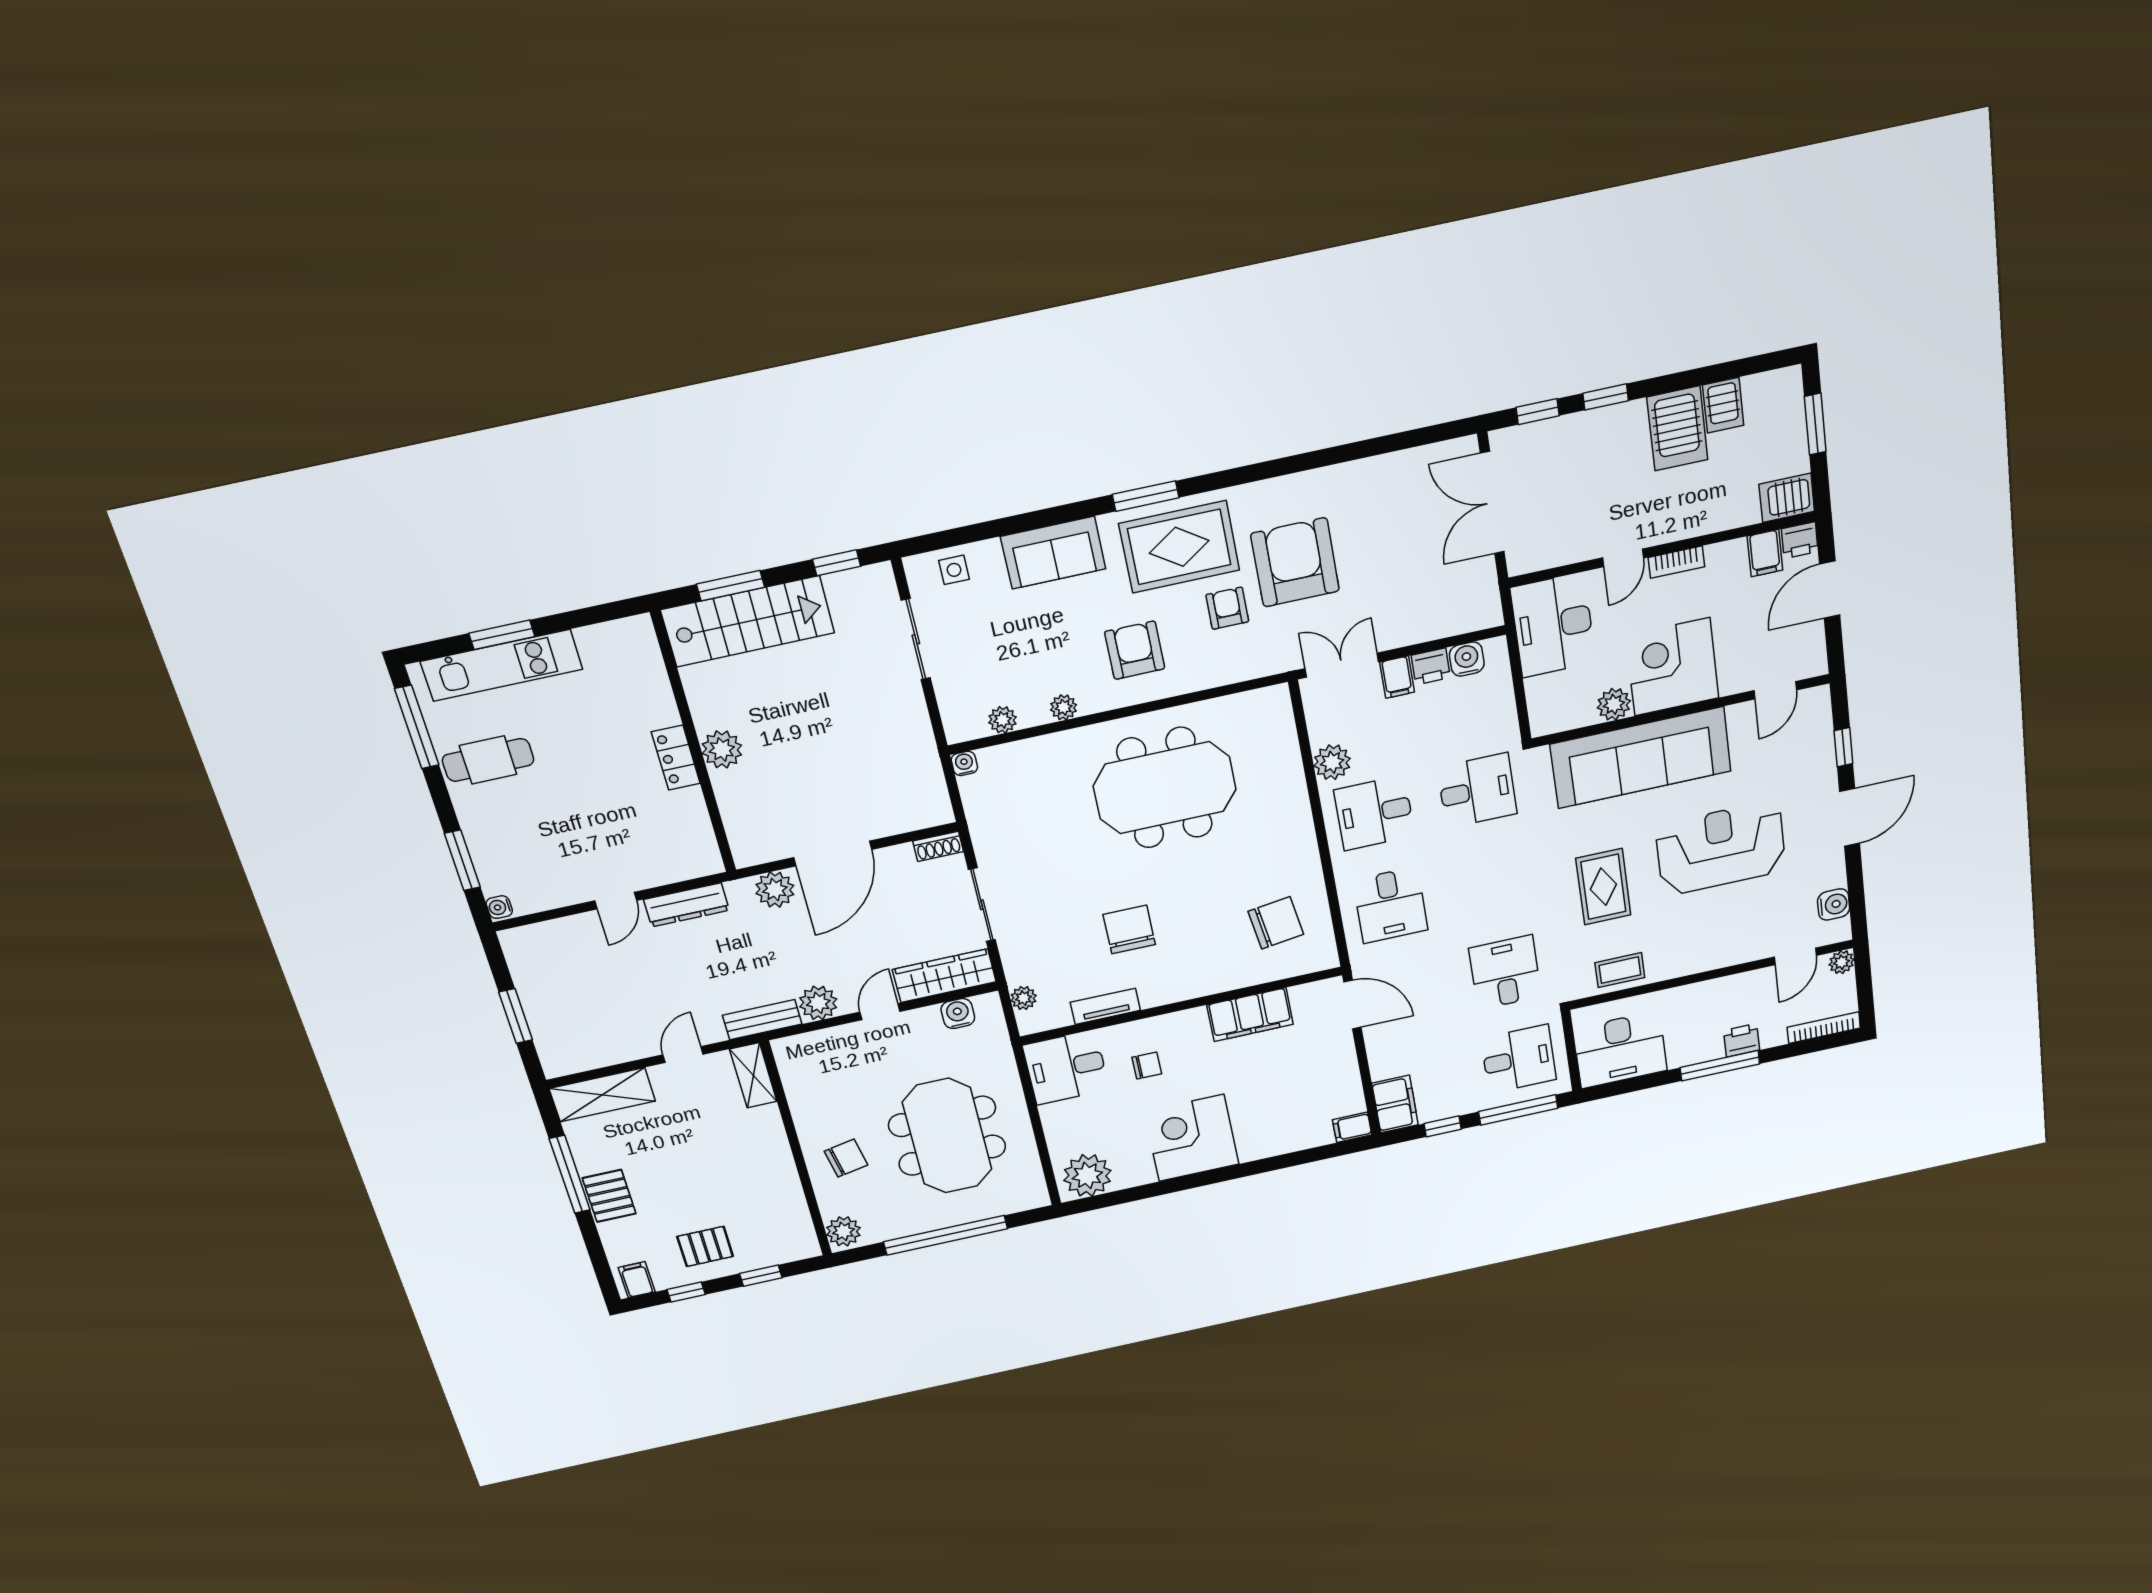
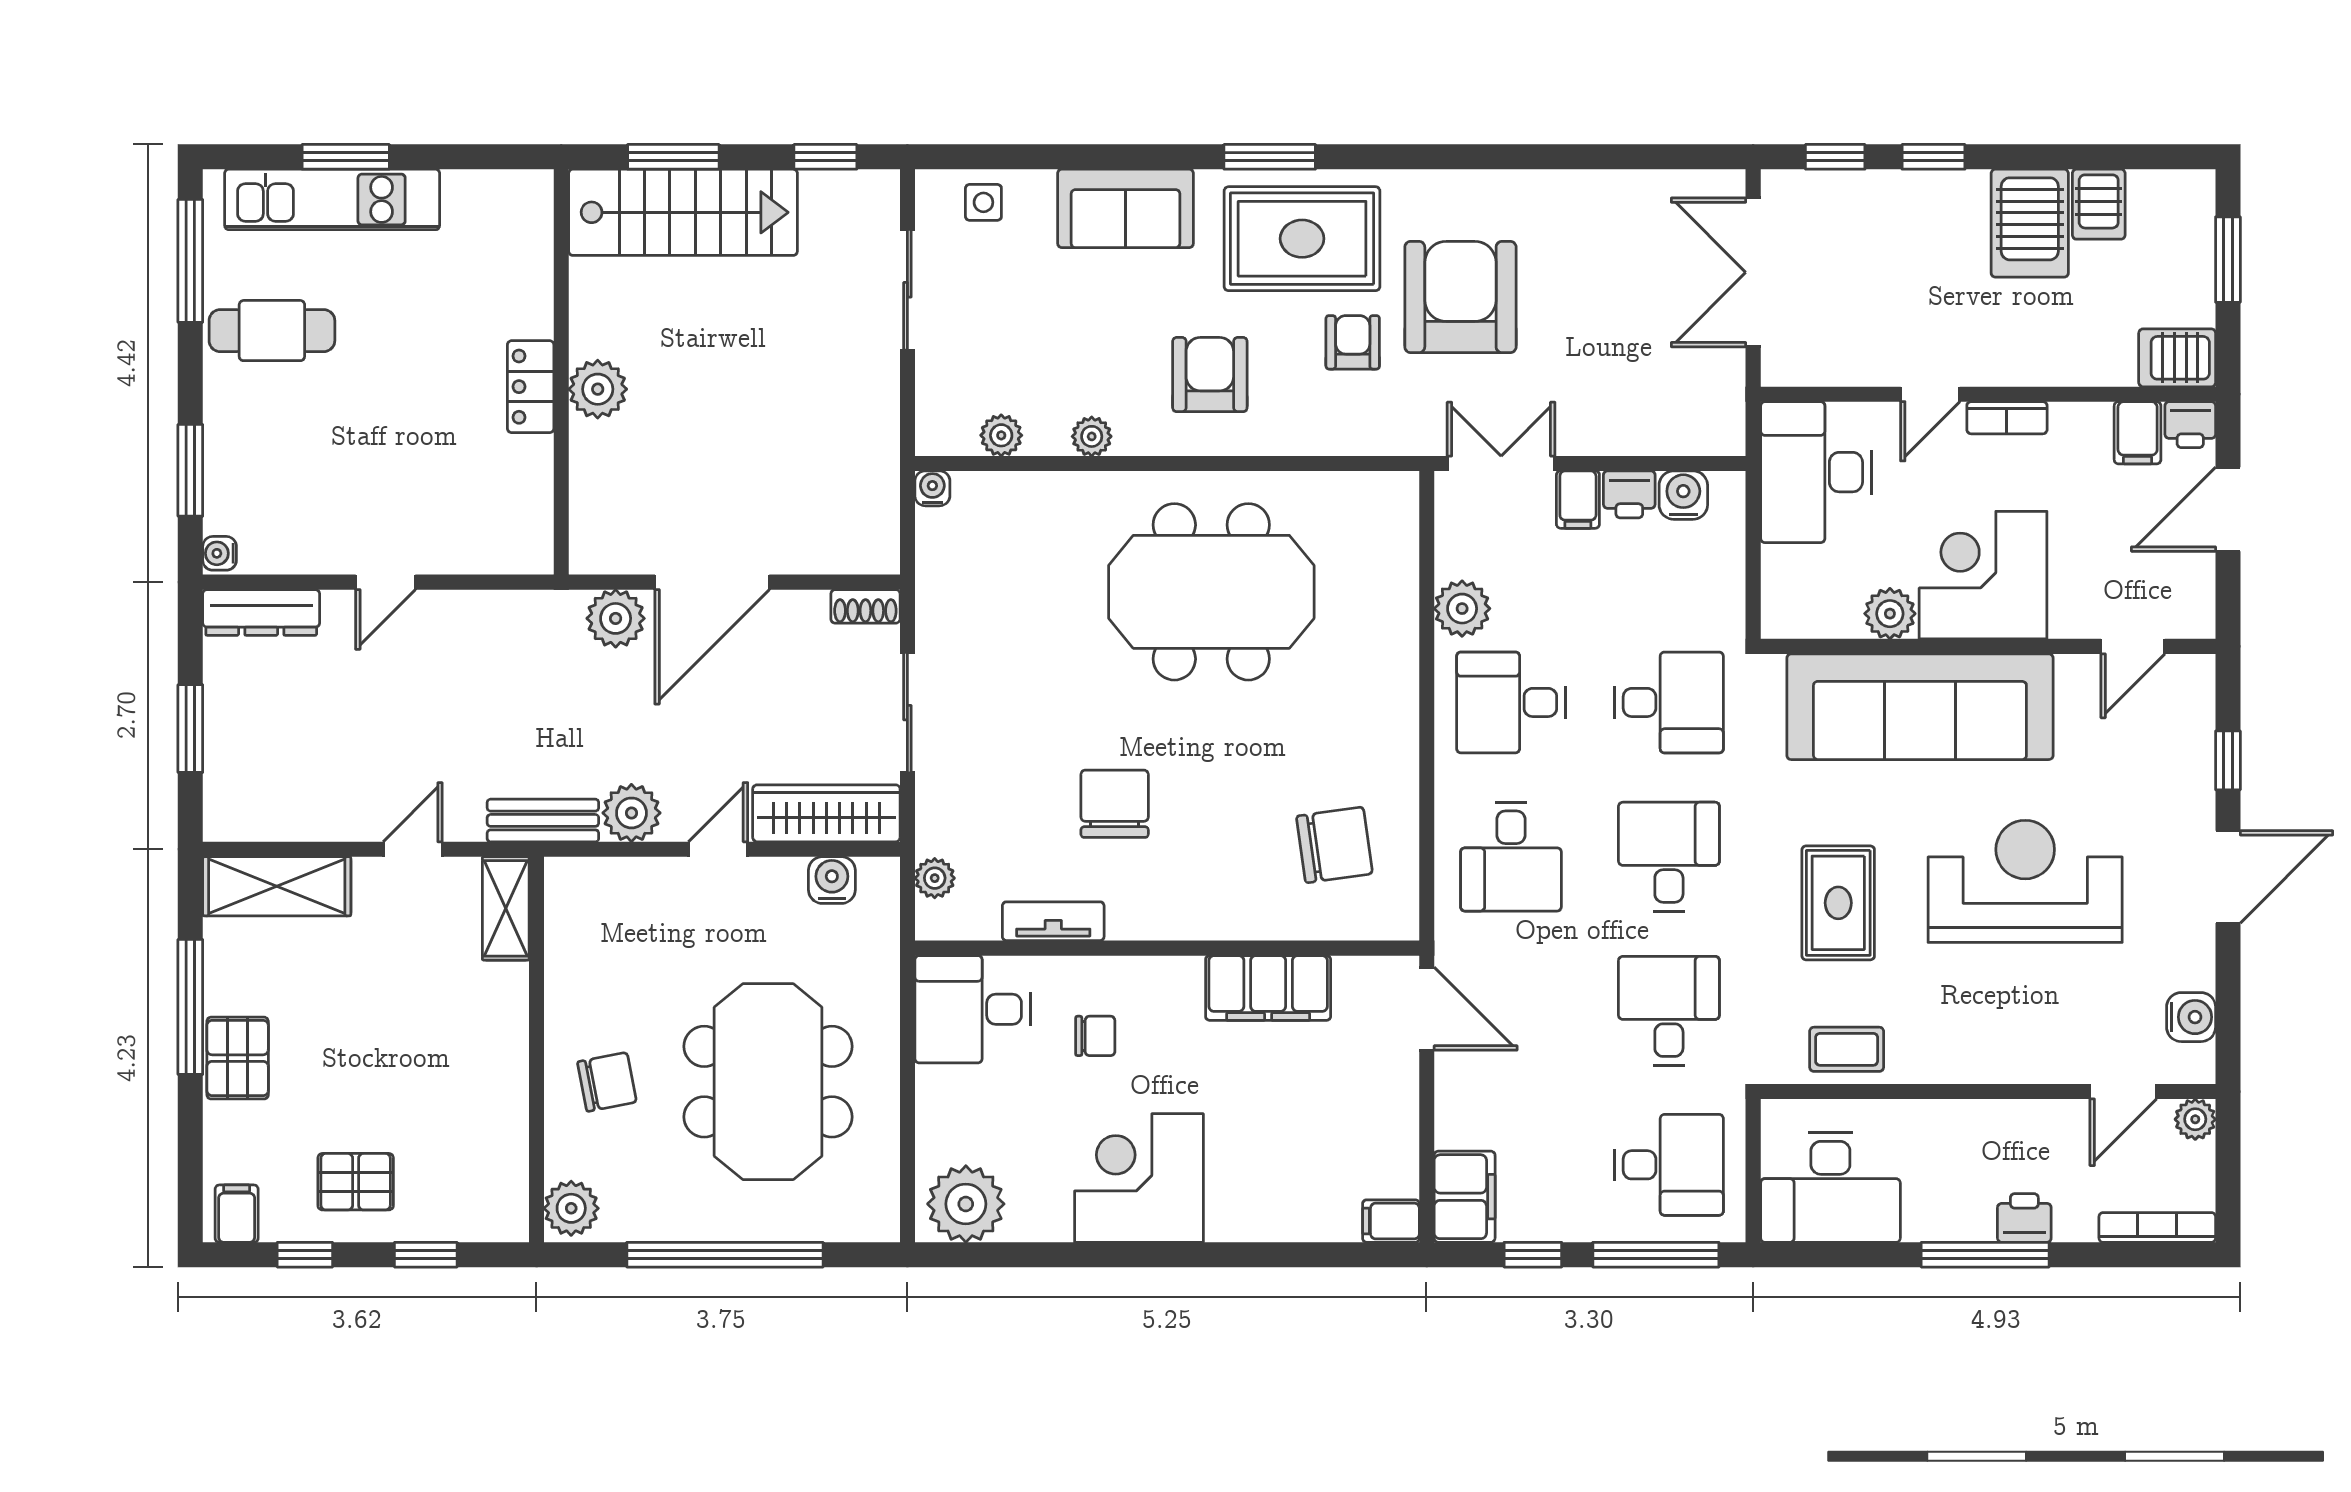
desk: (1491, 883) -> (1669, 857), added
dresser: (686, 905) -> (261, 612), moved

